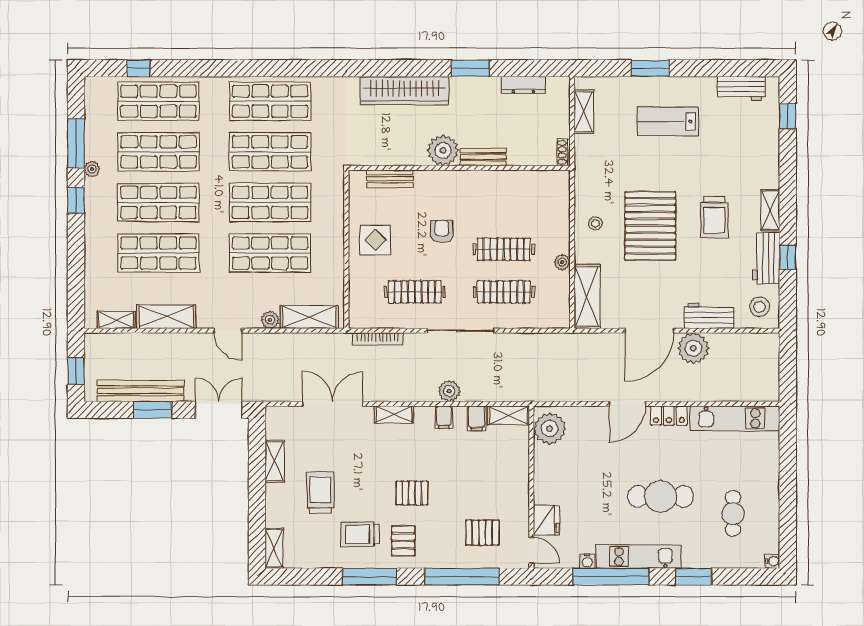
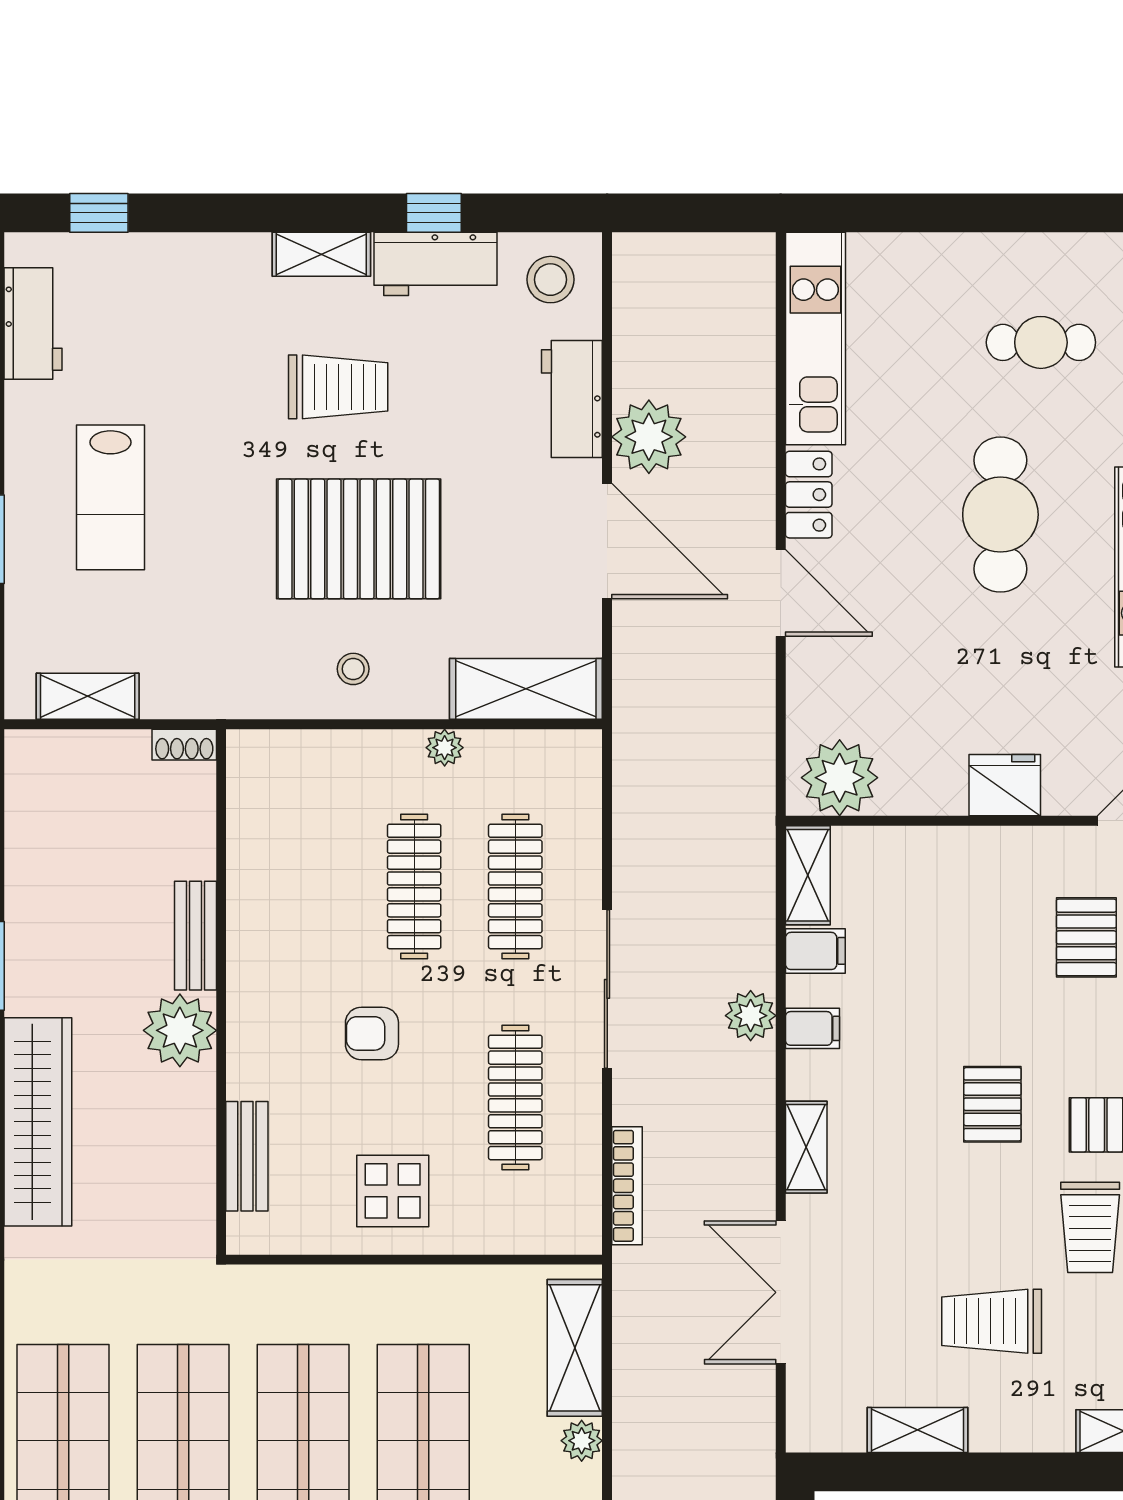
dresser: (523, 85) -> (24, 840), removed
fridge: (546, 520) -> (1005, 785), moved

